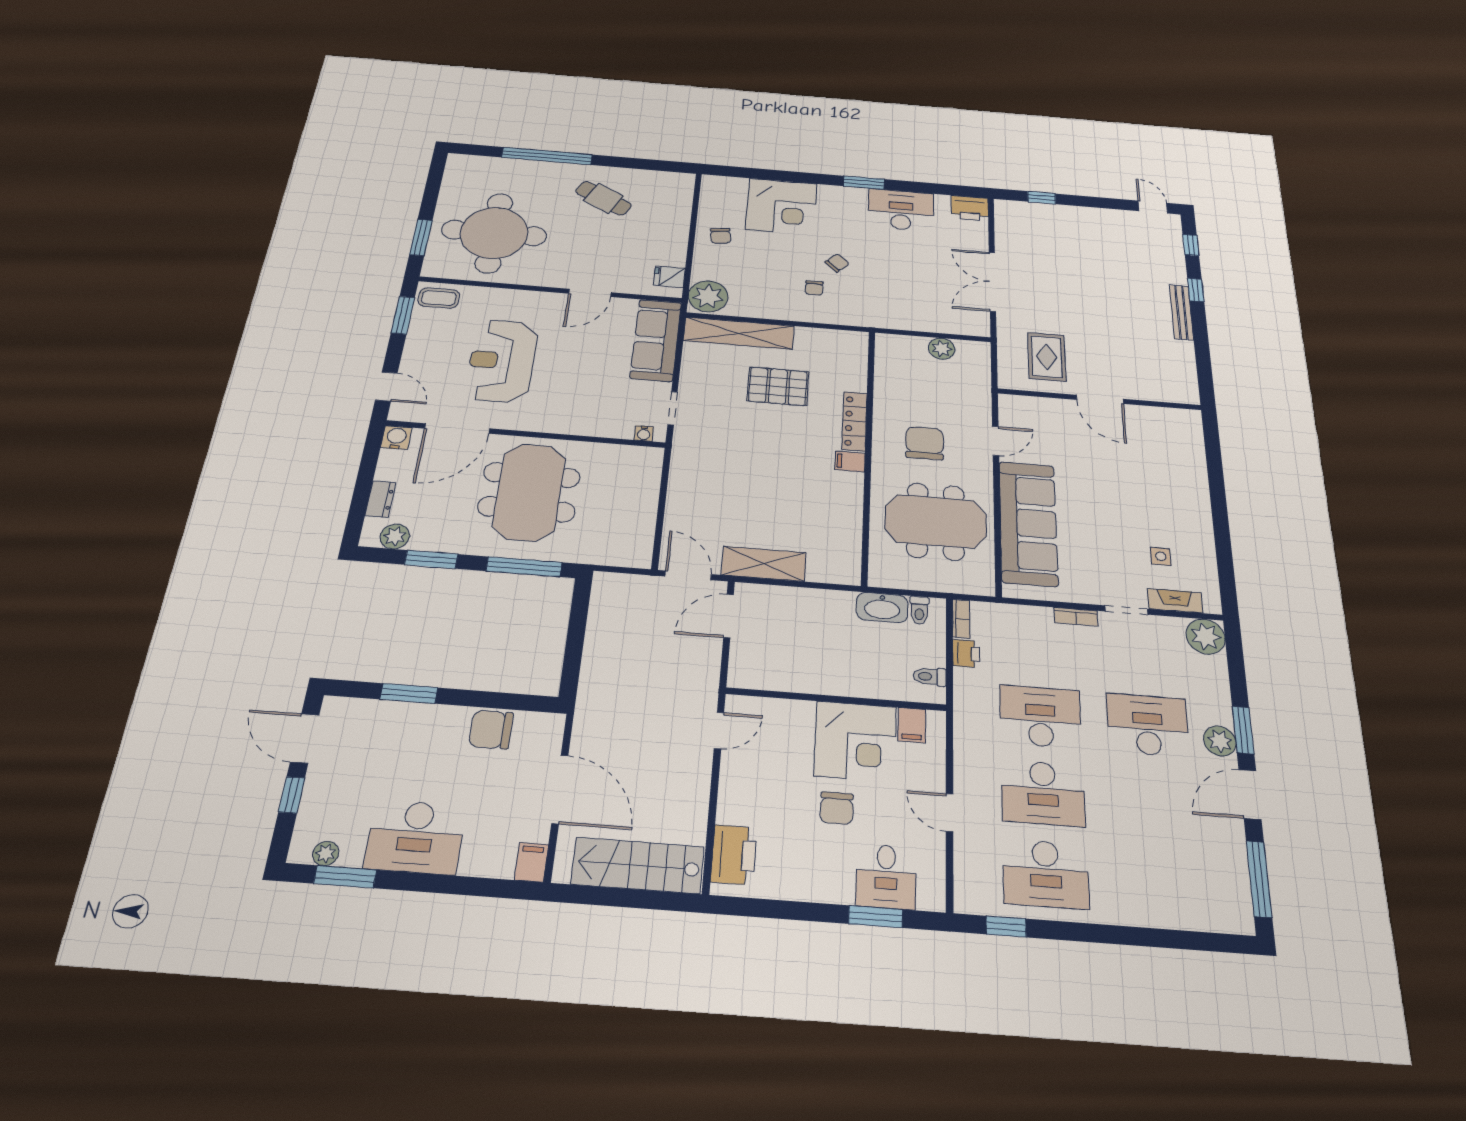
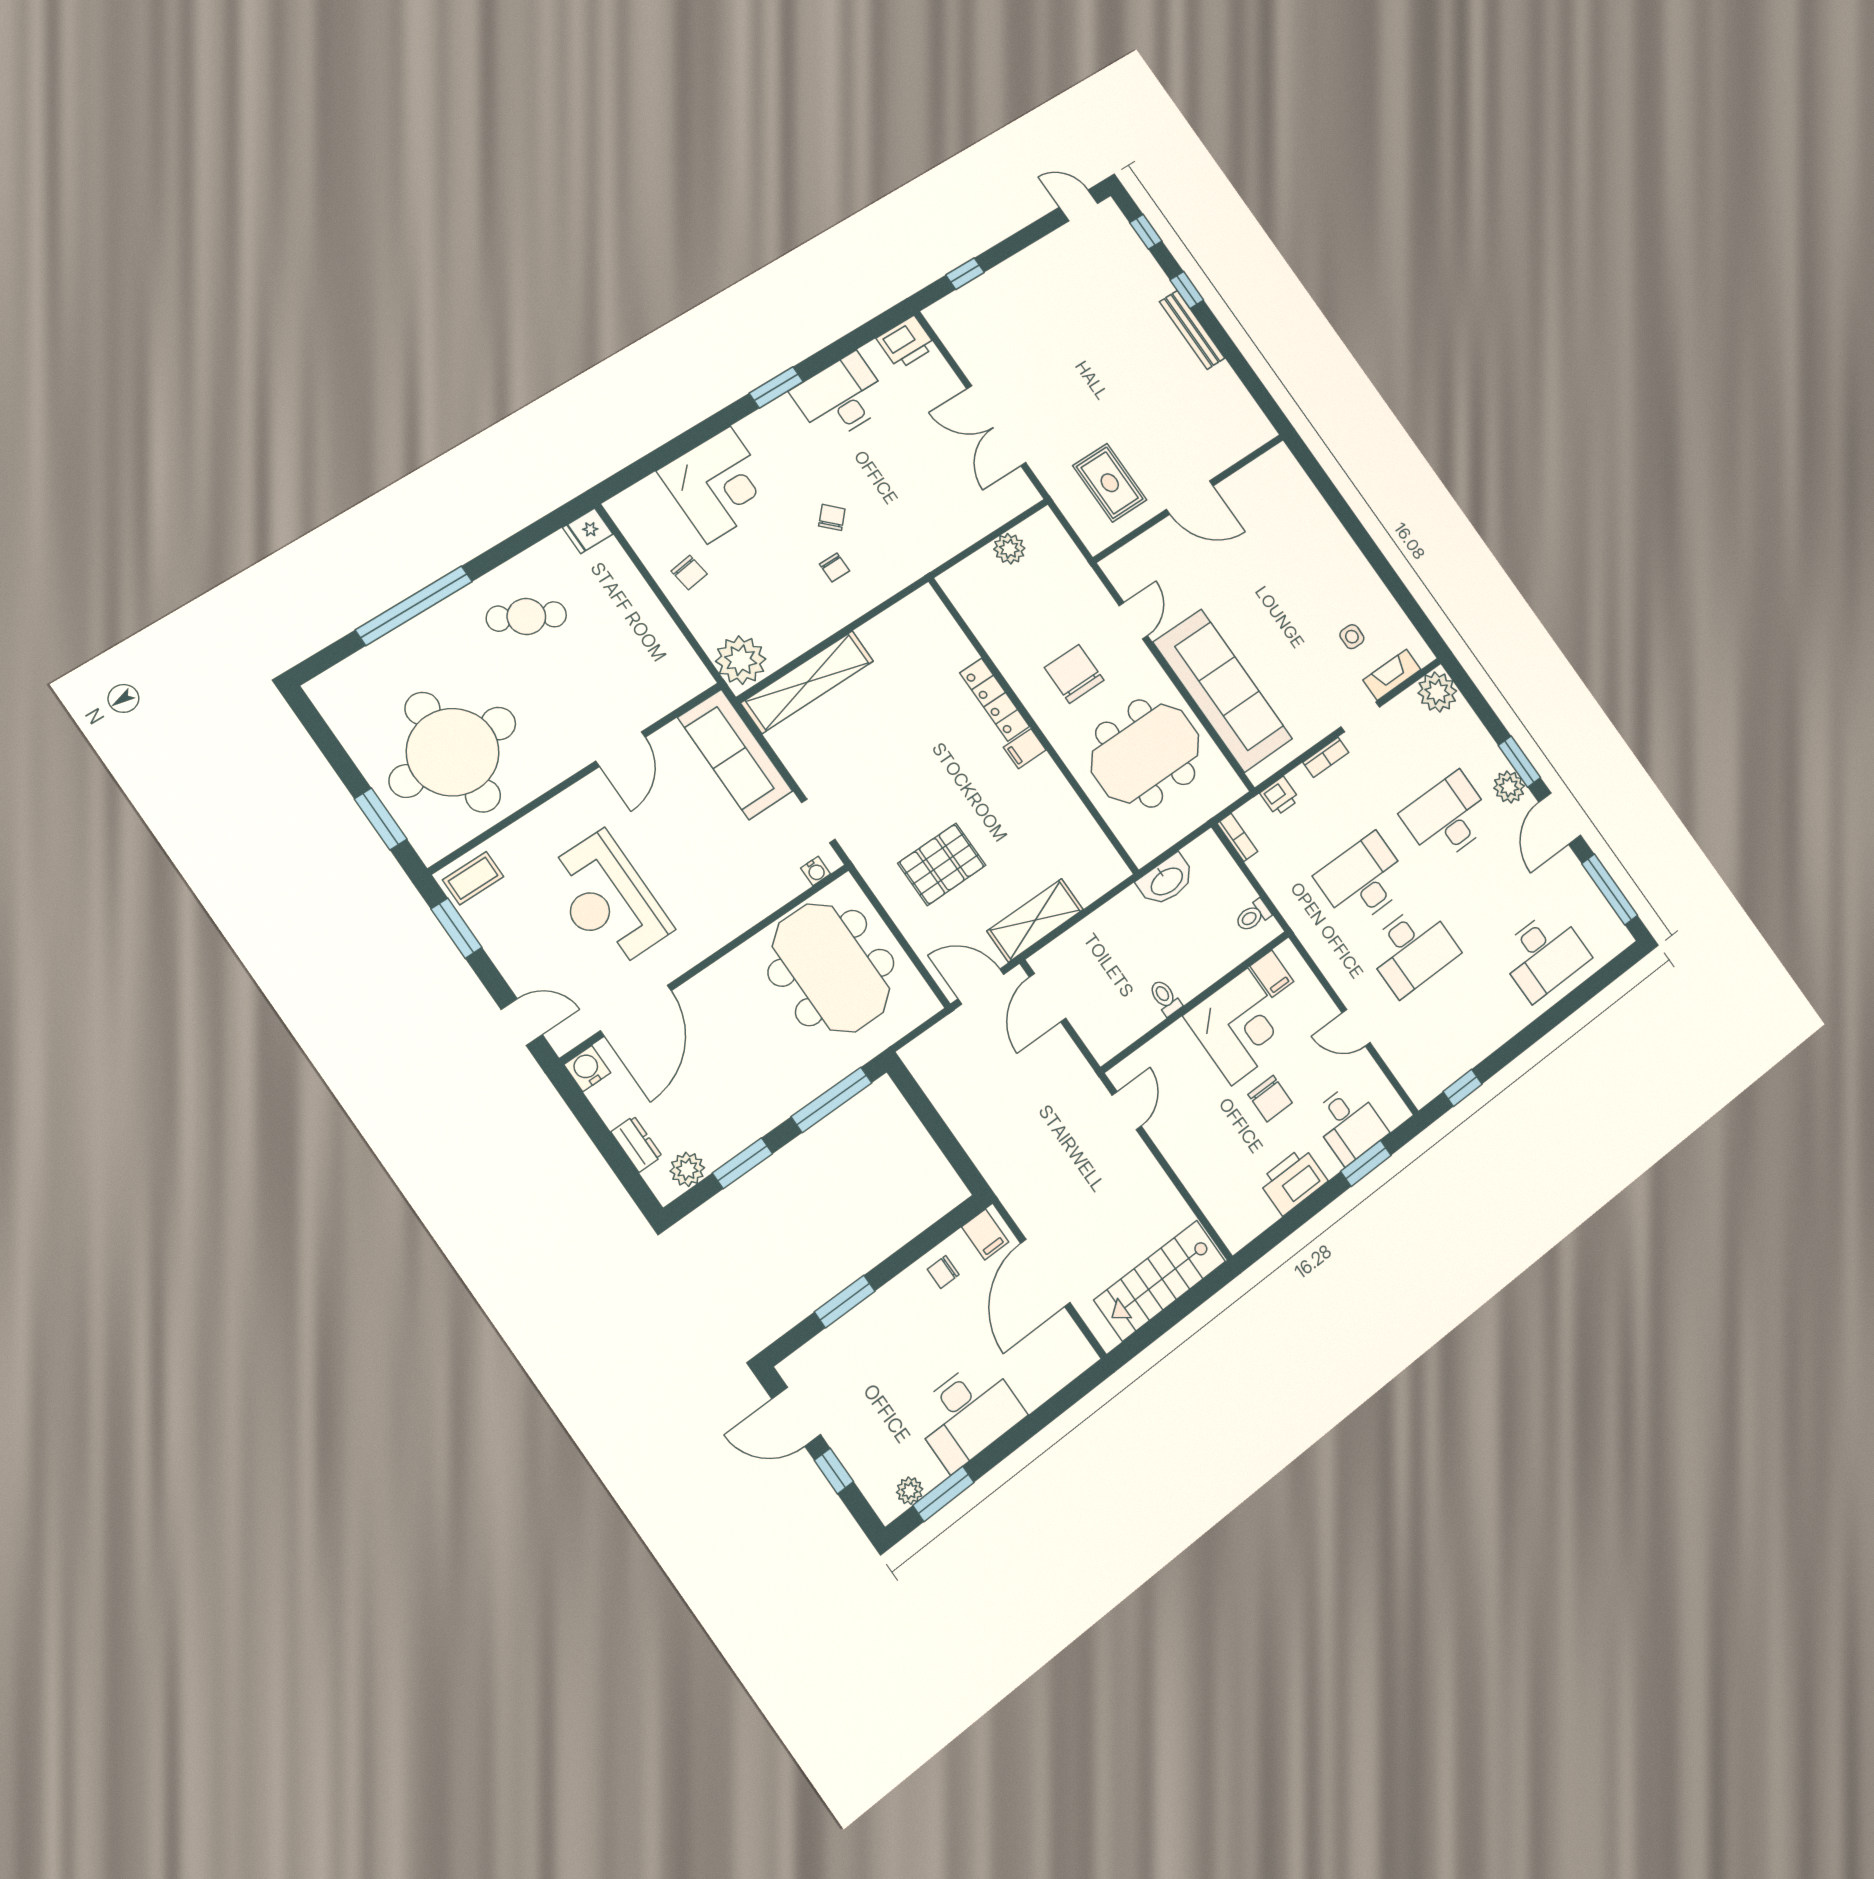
fridge: (669, 277) -> (588, 531), moved
pallet: (778, 386) -> (942, 864), moved
meeting table: (529, 492) -> (831, 968), moved
toilet: (919, 610) -> (1165, 998), moved, turned 180
printer: (966, 653) -> (1280, 796), moved, turned 90
chair: (491, 729) -> (943, 1272), width x0.54, depth x0.54
door: (560, 789) -> (1045, 1273), swing flipped
printer: (734, 855) -> (1293, 1181), moved, turned -90
filing cabinet: (531, 862) -> (985, 1234), moved, turned 180
desk: (1046, 874) -> (1544, 954), moved

